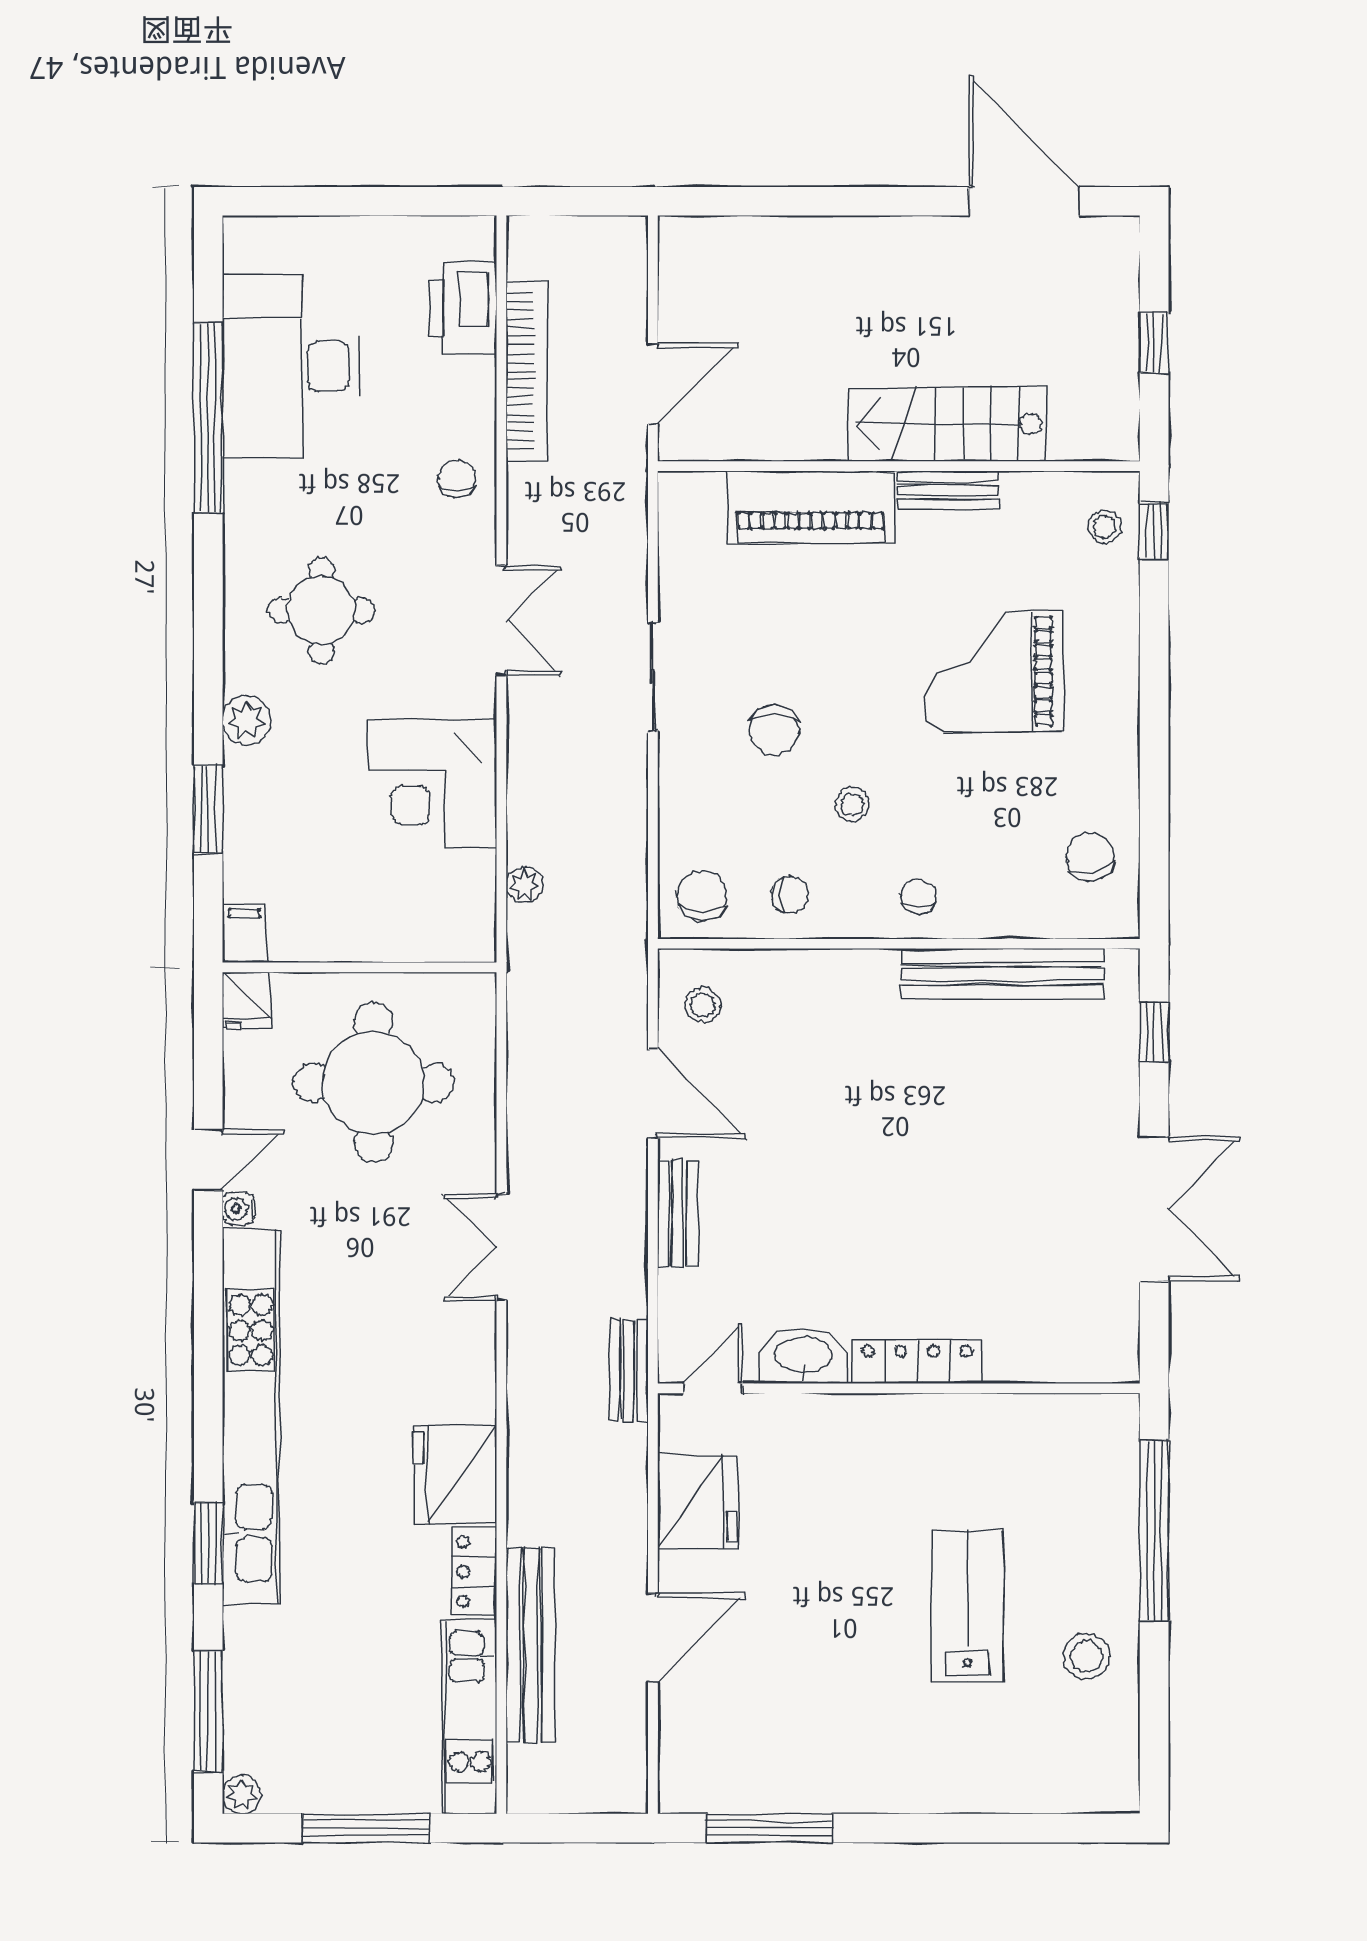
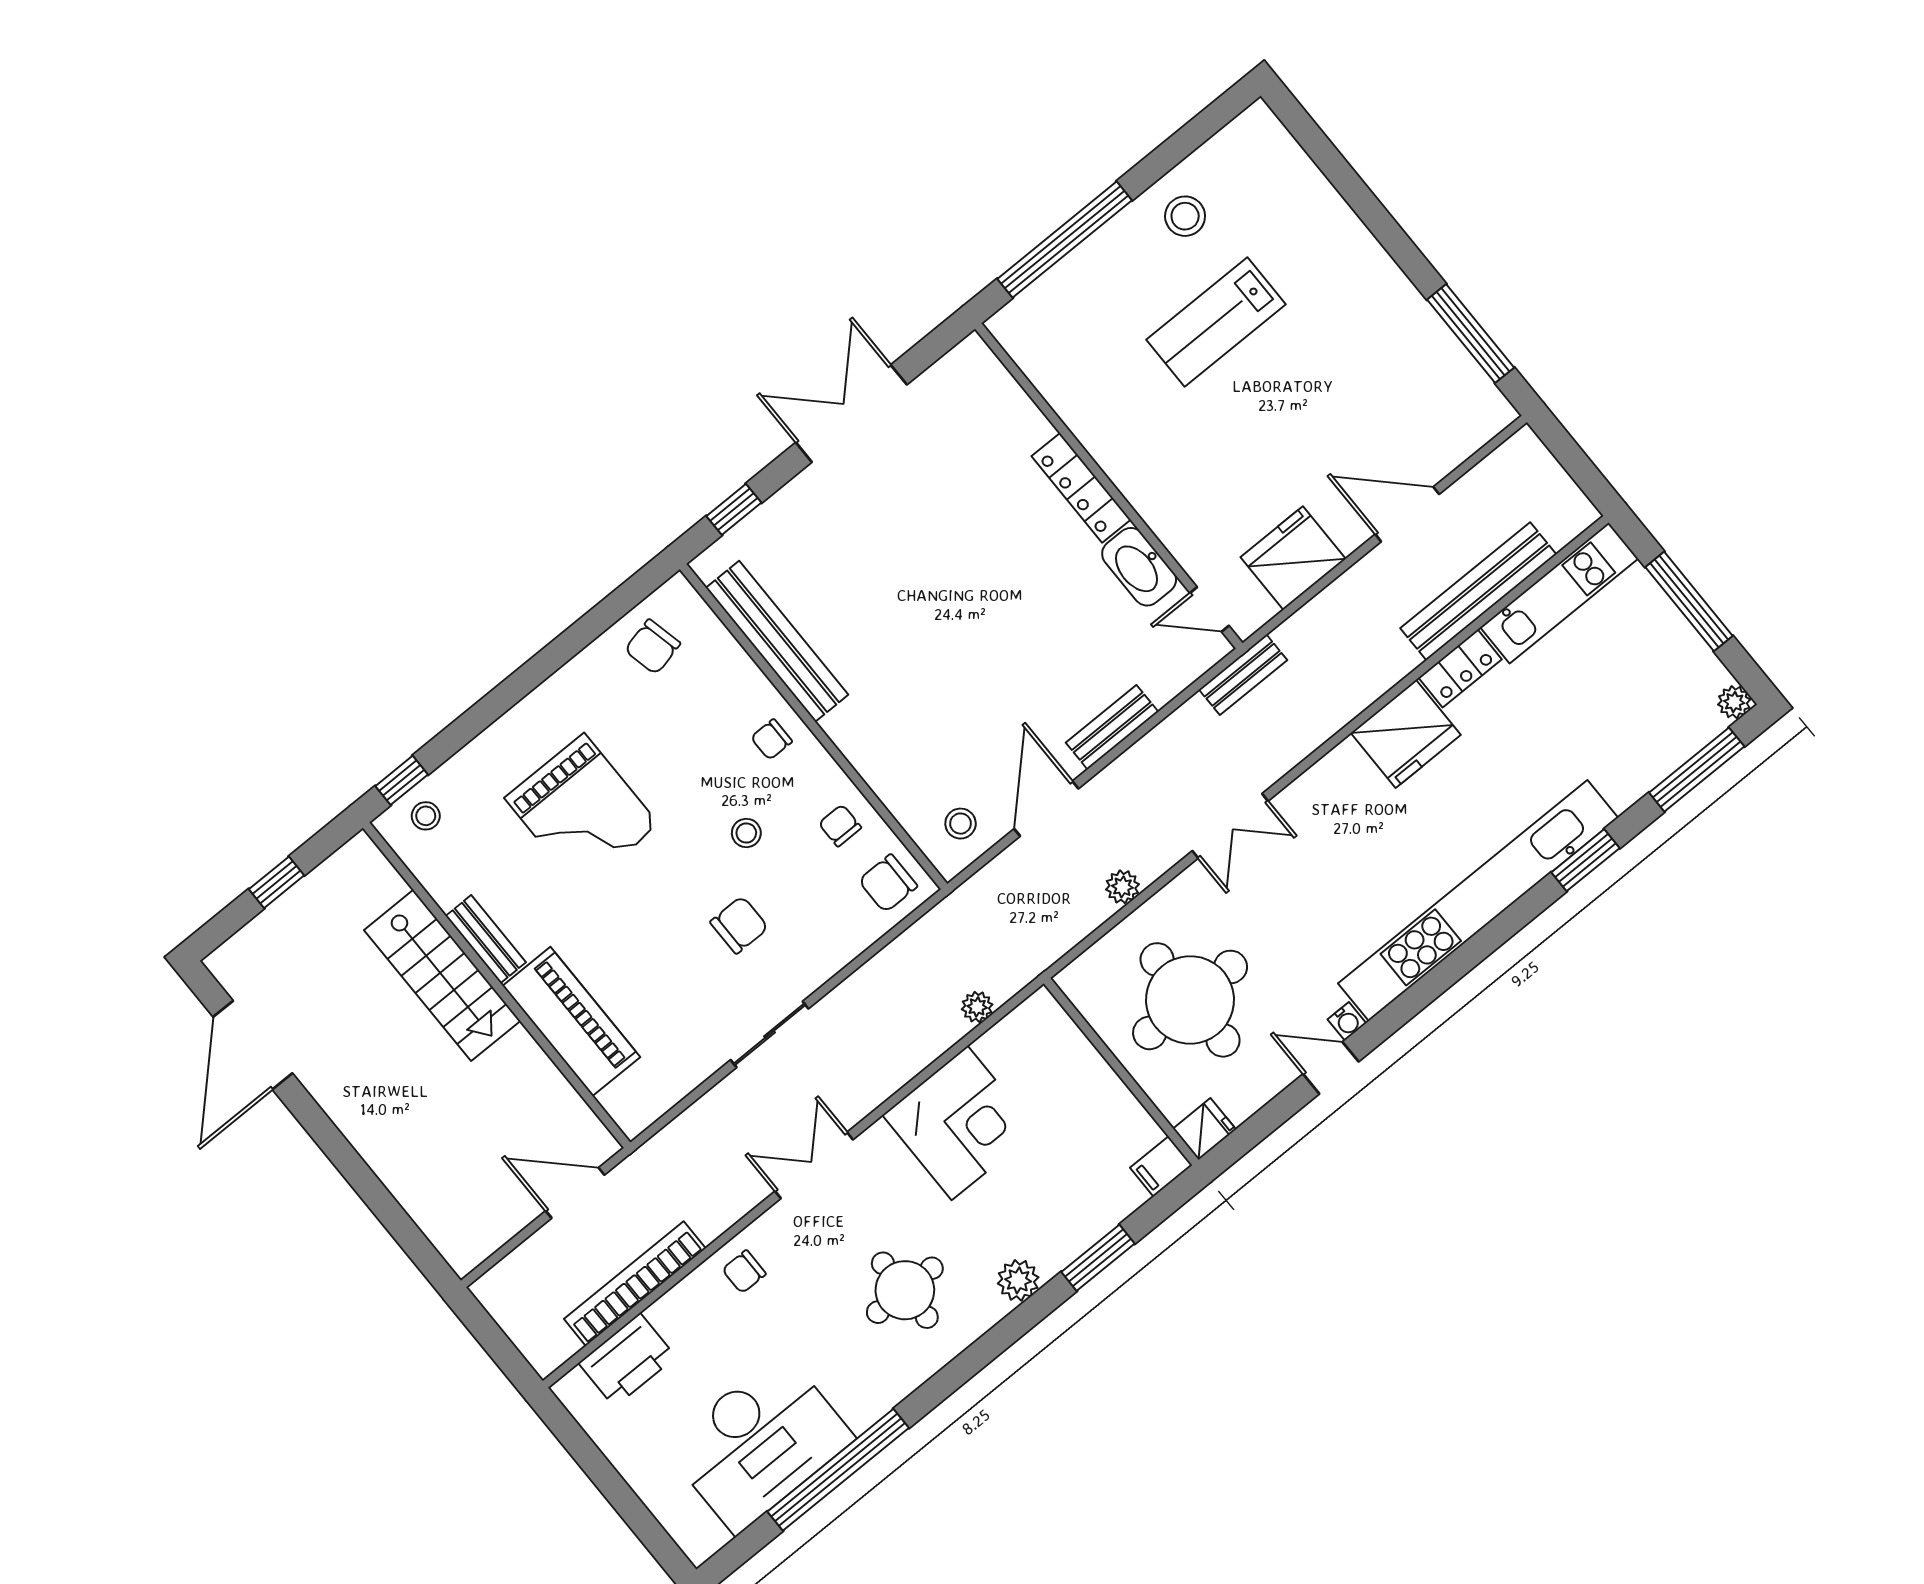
plant: (526, 1105) -> (1122, 887), added

